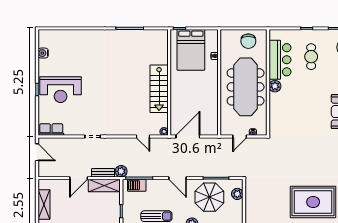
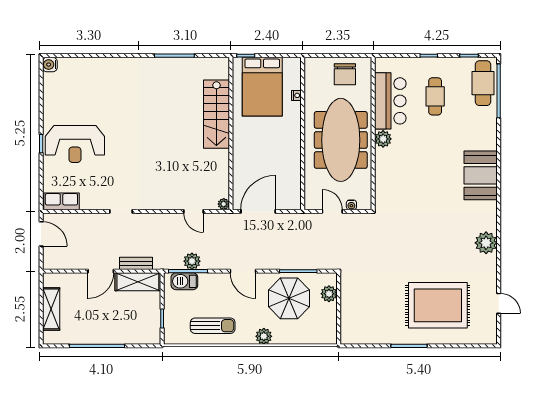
water cooler: (43, 53) -> (50, 65), moved
stairs: (159, 89) -> (216, 114), moved
door: (240, 137) -> (332, 211), swing flipped
plant: (121, 171) -> (192, 261), moved

